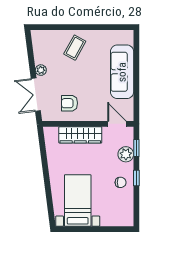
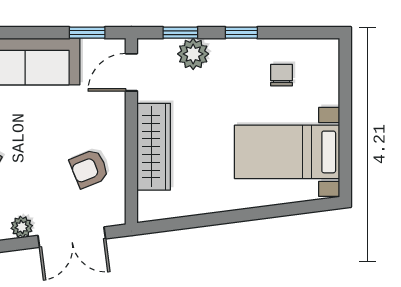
window: (136, 102) -> (87, 33), added
armchair: (69, 103) -> (89, 169), turned 68
chair: (121, 182) -> (281, 75), moved

